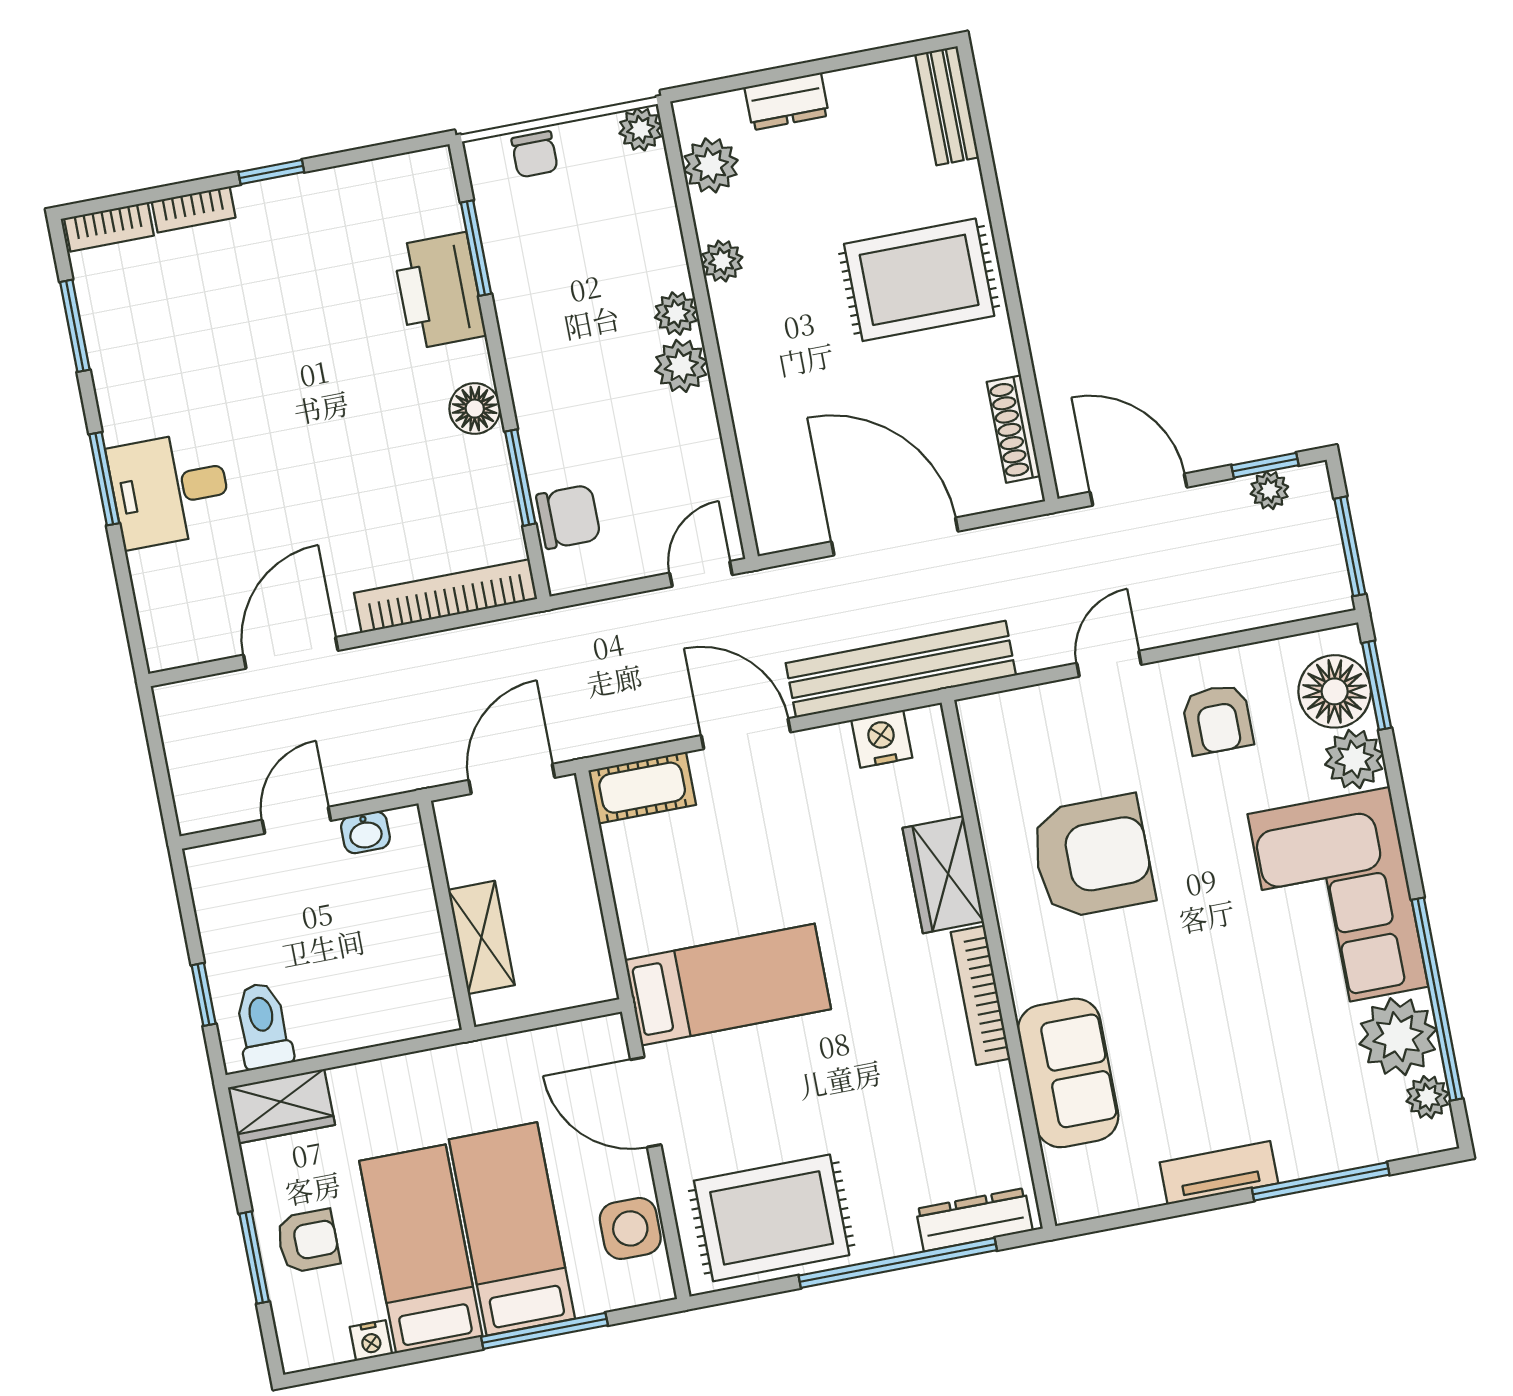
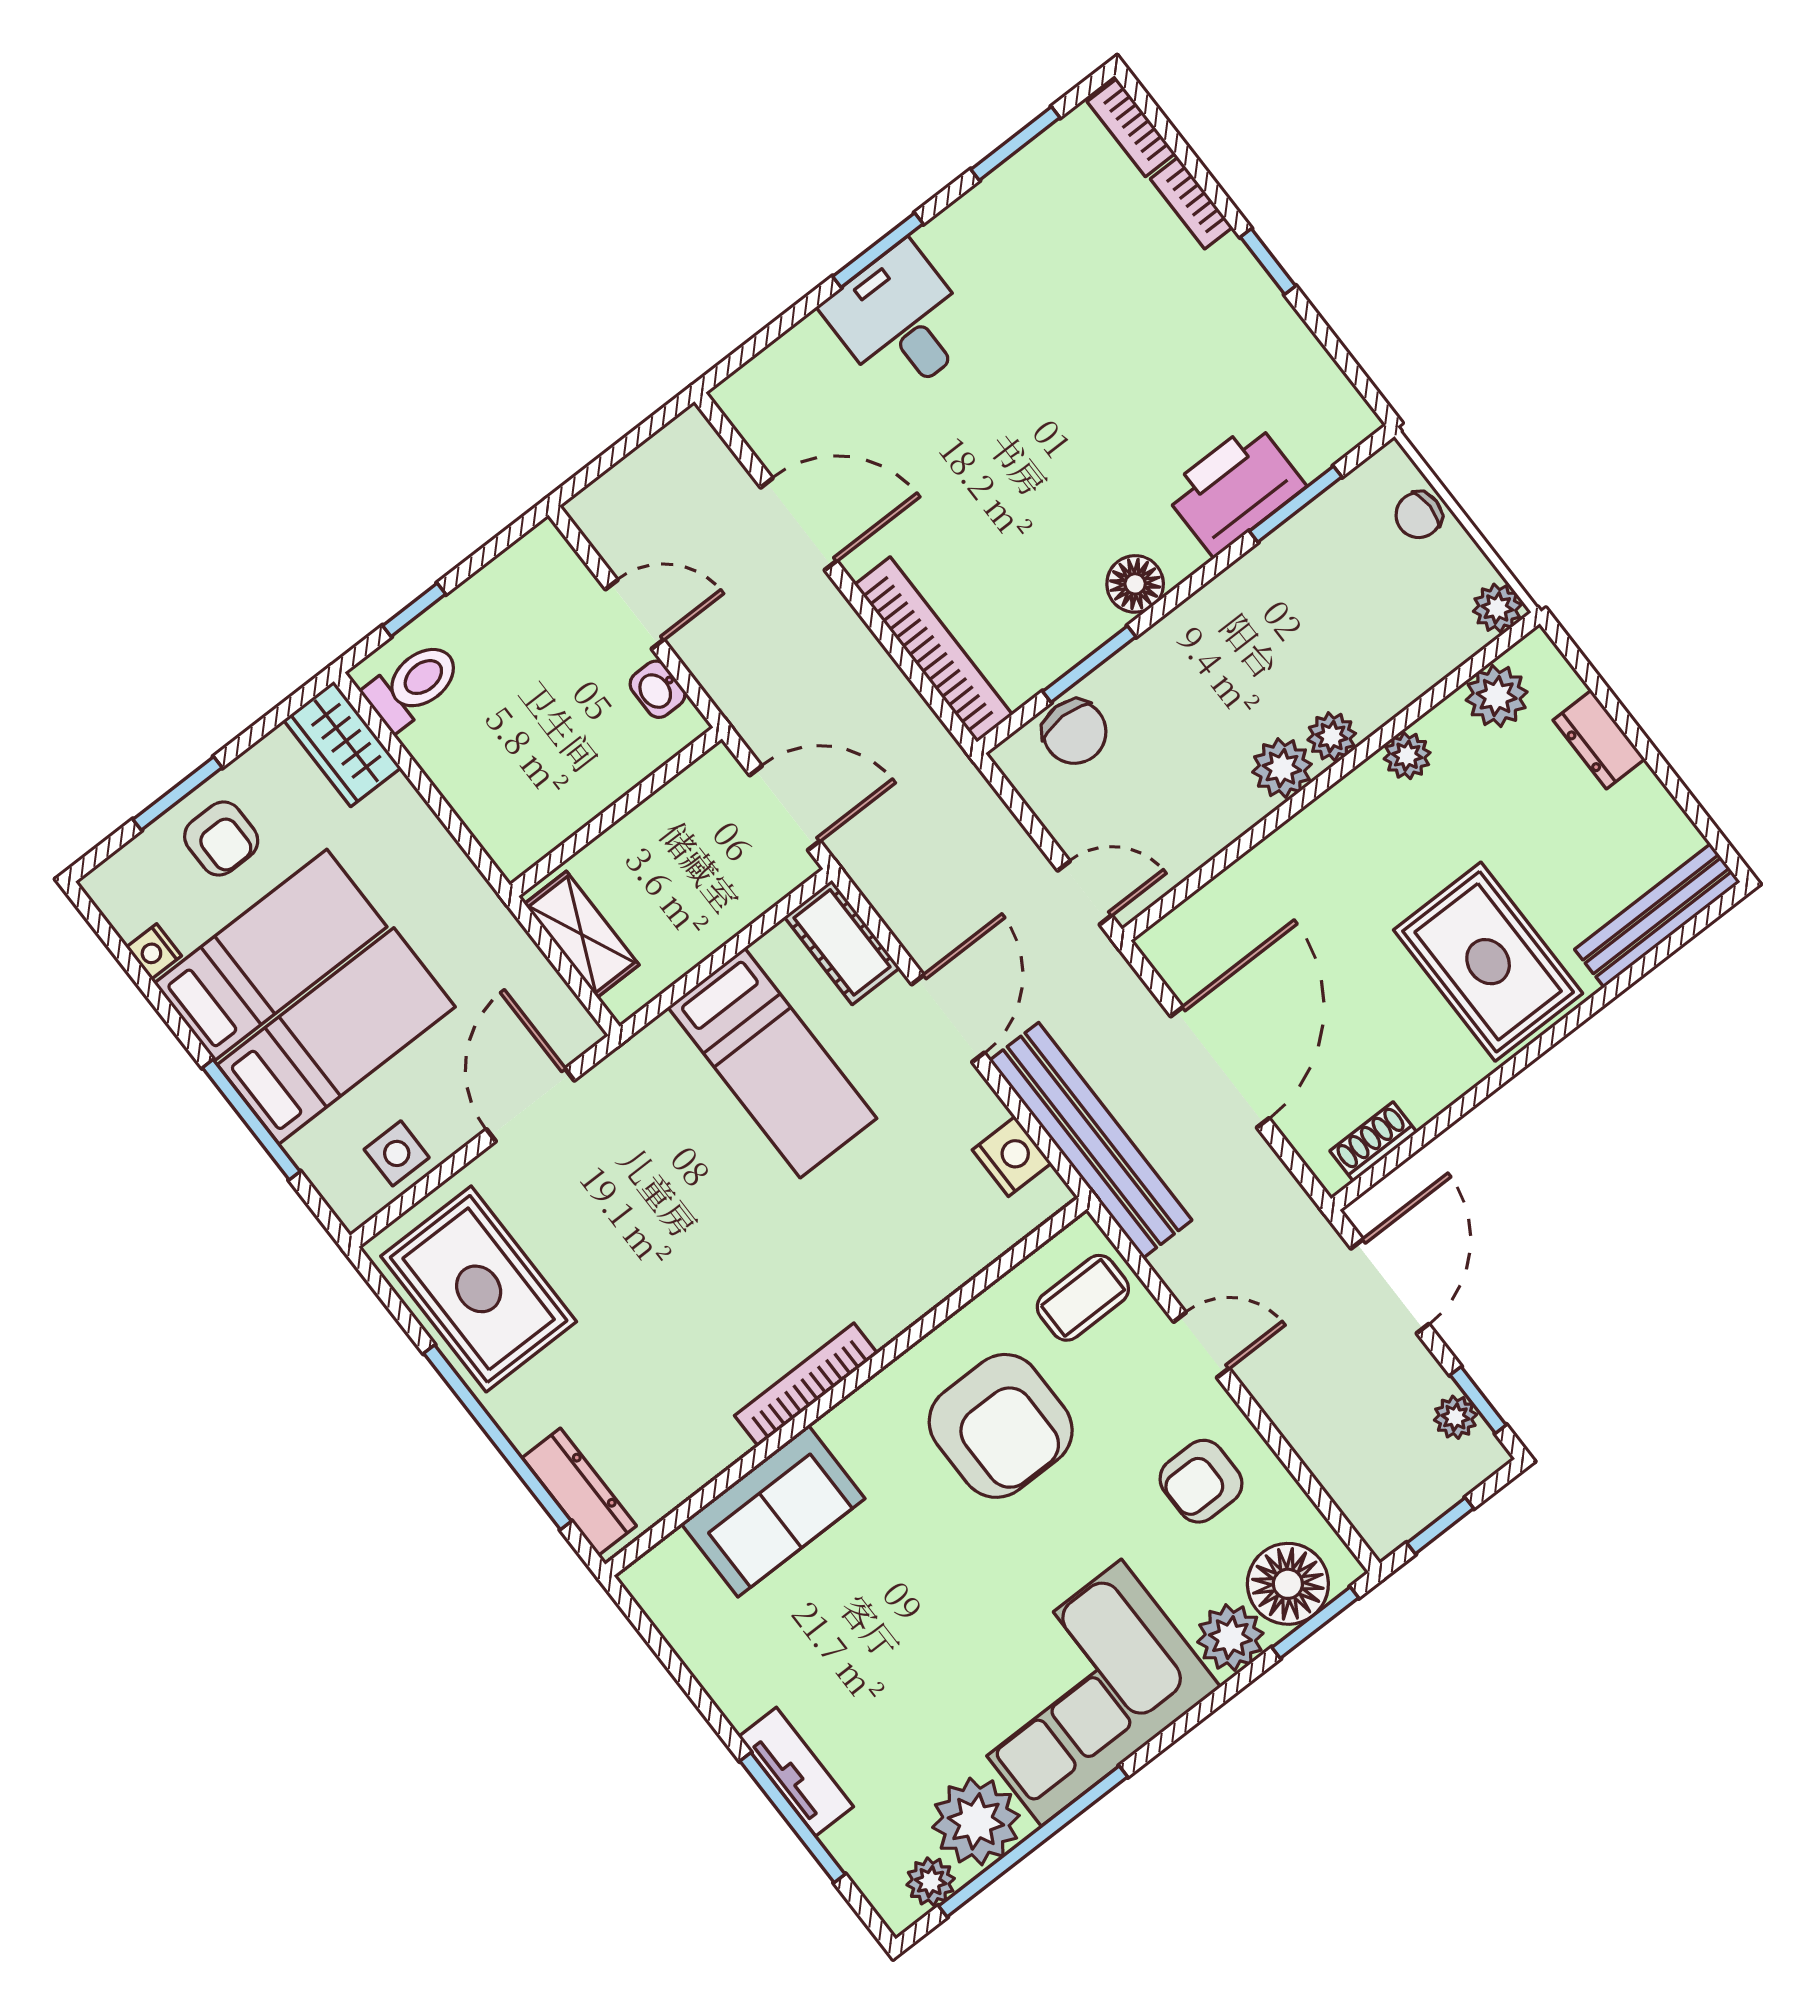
bench: (947, 106) -> (1657, 916), width x1.36
shoe rack: (1013, 429) -> (1373, 1142), width x0.70
window: (1350, 546) -> (1440, 1526), width x0.67
coffee table: (1023, 739) -> (1083, 1298), added
wardrobe: (943, 875) -> (907, 1286), removed
shelving: (481, 937) -> (582, 934), moved, turned 90
bed: (728, 985) -> (772, 1063), moved
tv unit: (1219, 1173) -> (796, 1772), moved
side table: (630, 1228) -> (397, 1153), width x0.73, depth x0.73

